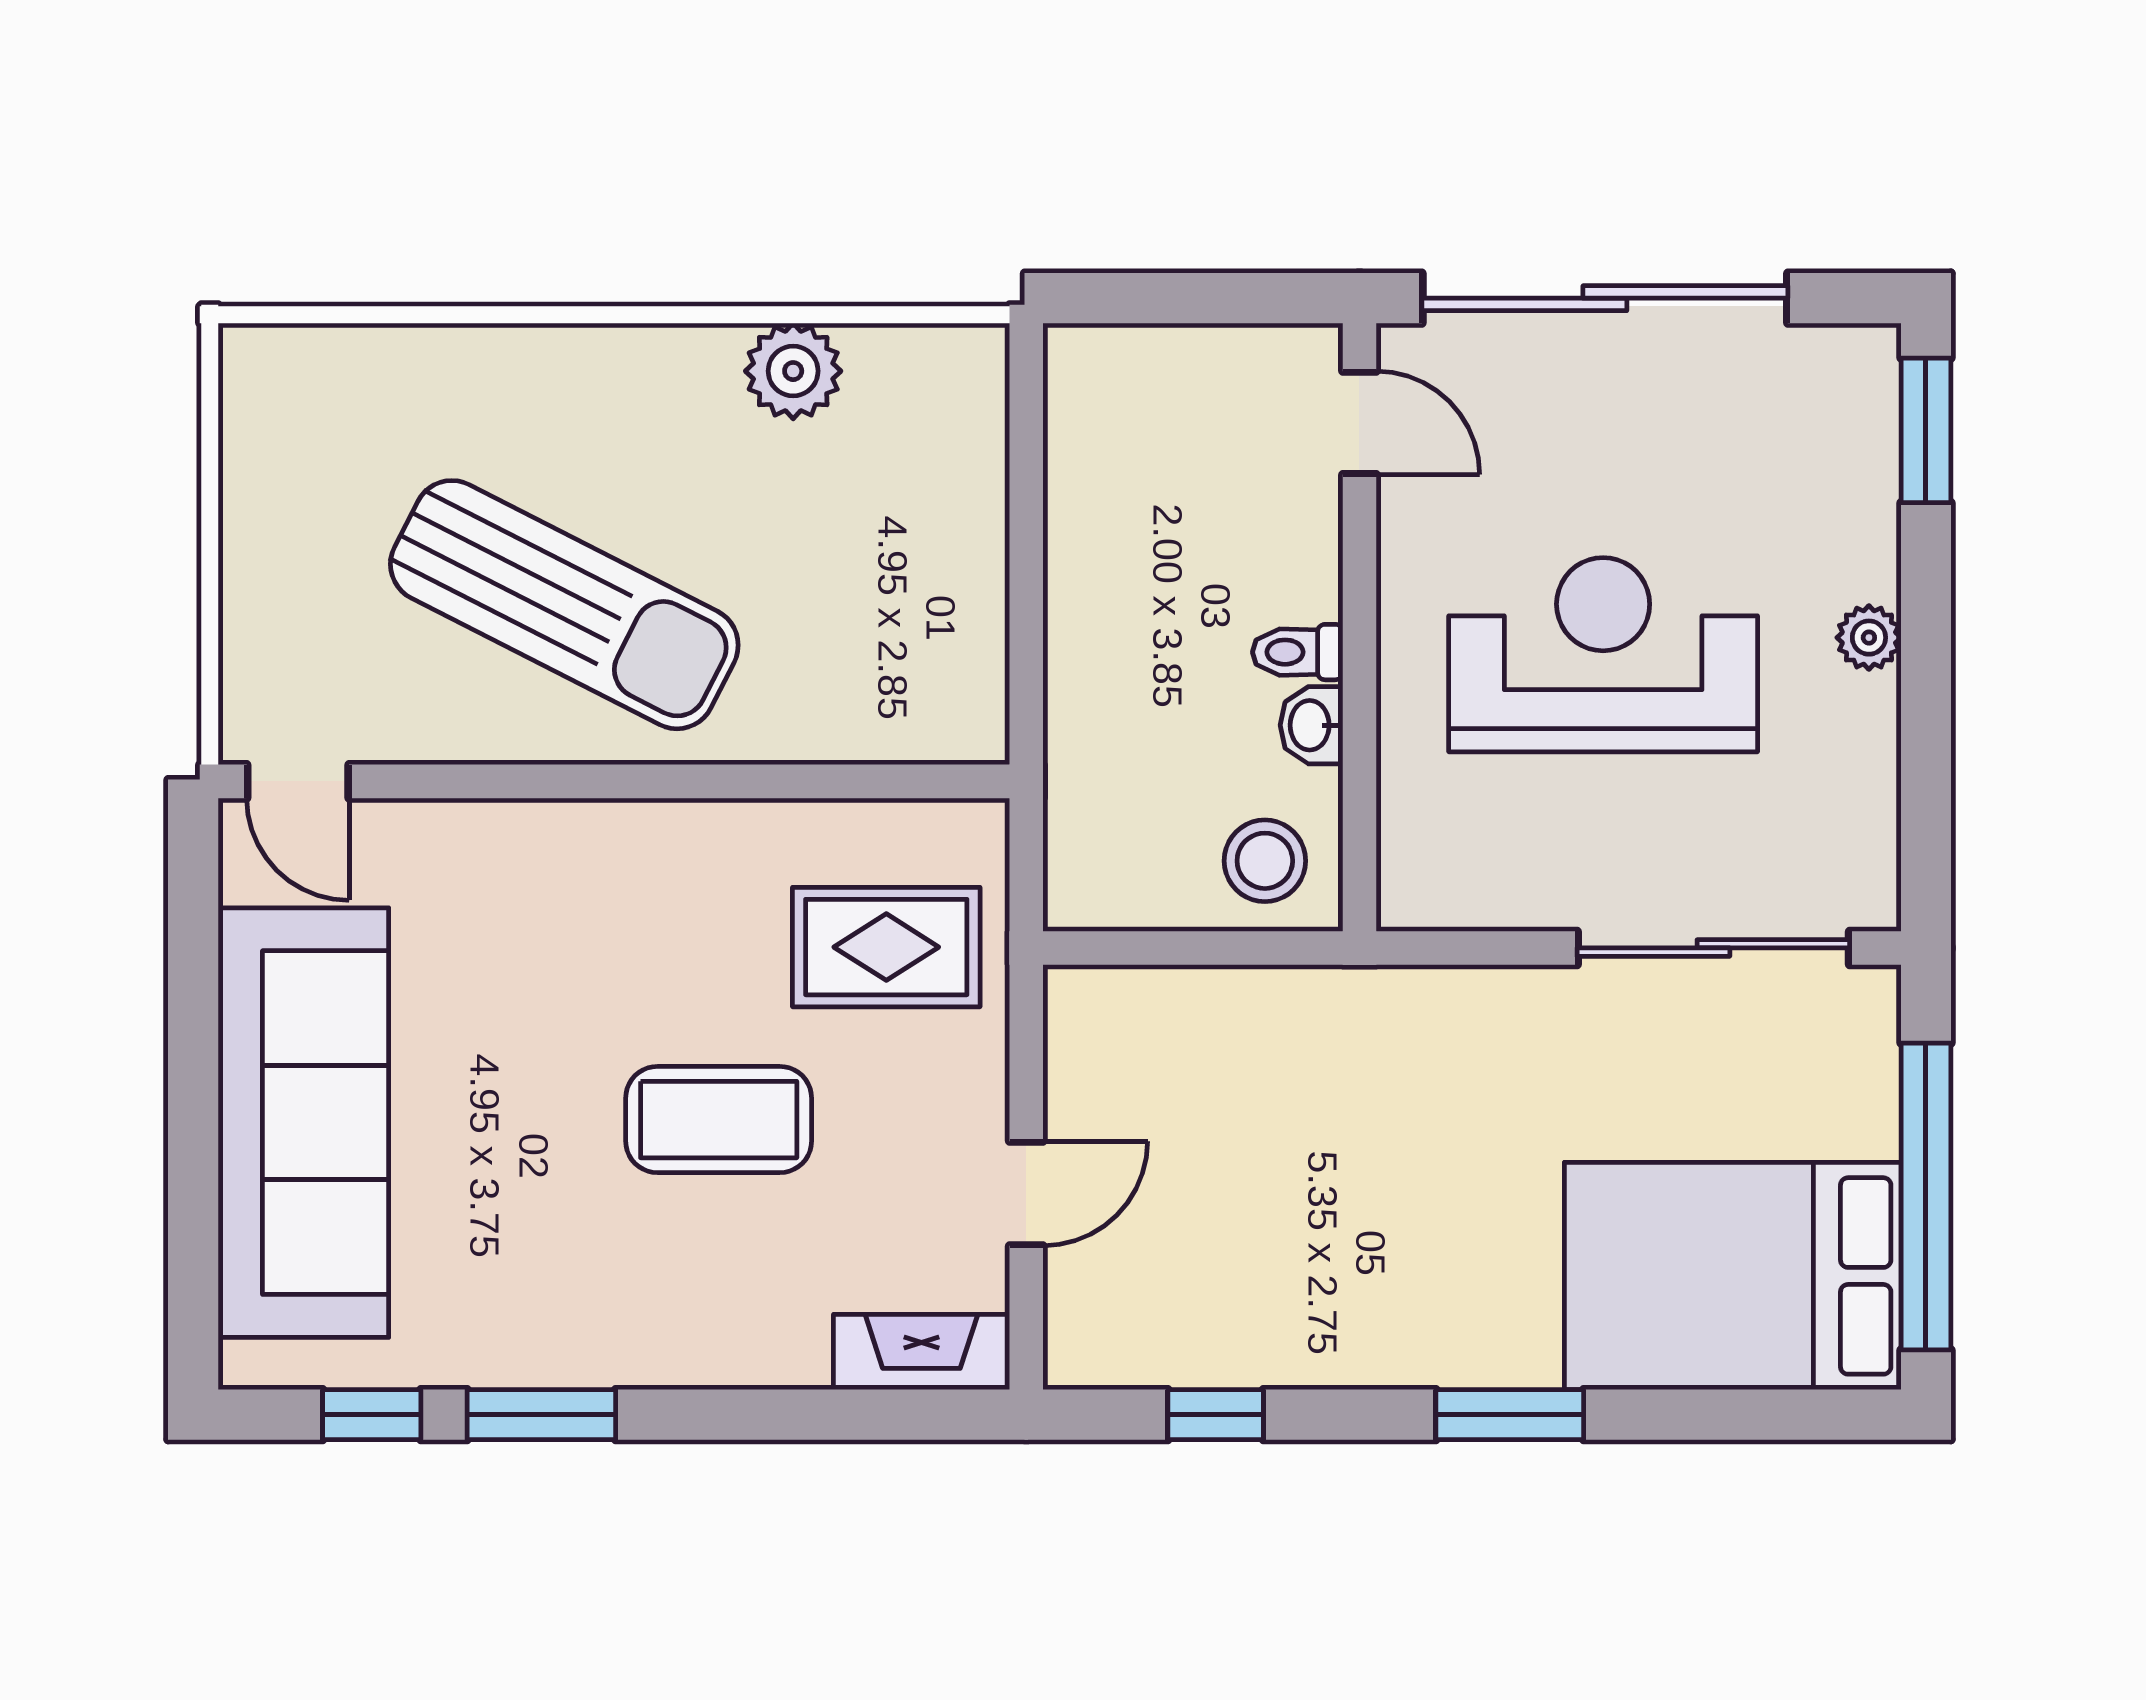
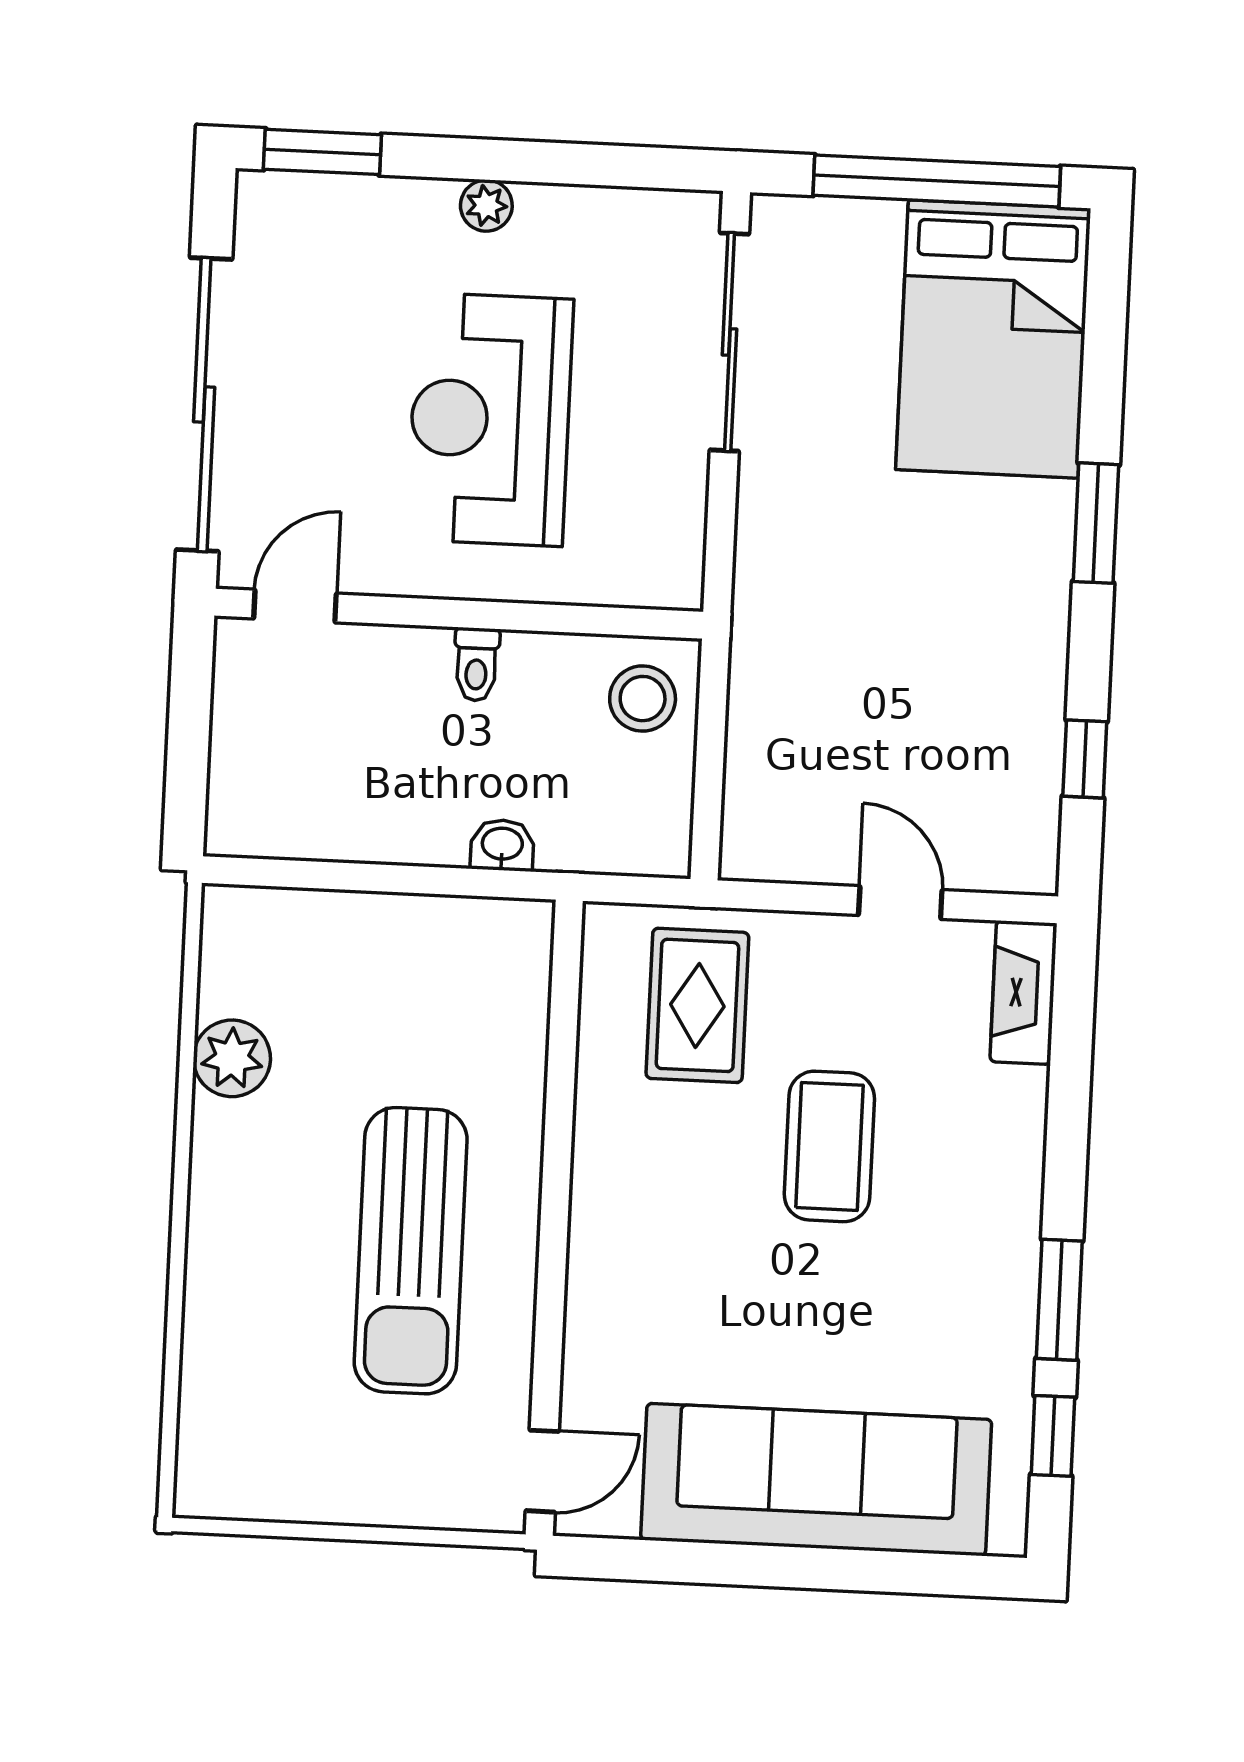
sun lounger: (564, 605) -> (411, 1251), turned 153
washbasin: (1311, 725) -> (502, 845), moved, turned 180

